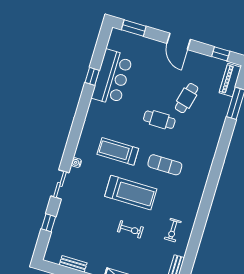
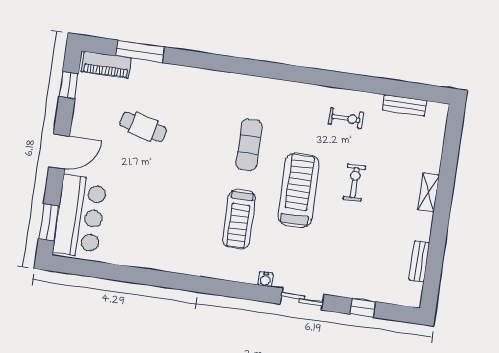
window: (92, 76) -> (131, 275), removed
bar counter: (112, 77) -> (80, 216), moved, turned 90
cafe table: (159, 120) -> (182, 163), removed

